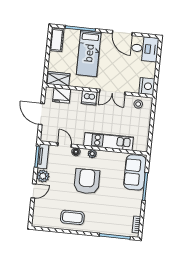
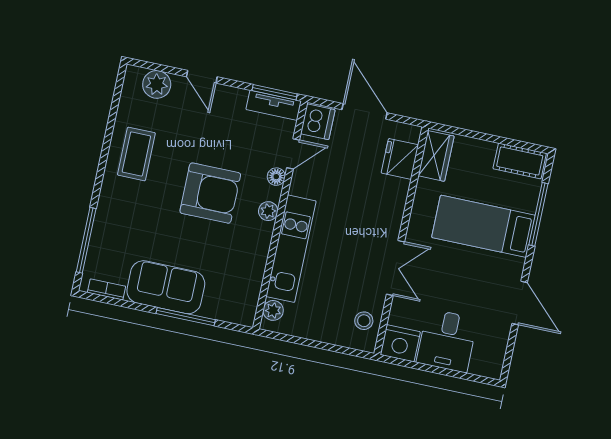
door: (122, 33) -> (520, 303), swing flipped
desk: (145, 49) -> (447, 341), moved
double door: (112, 92) -> (395, 268), swing flipped
dishwasher: (89, 98) -> (318, 122), moved, turned 180
door: (41, 114) -> (365, 111), hinge flipped
plant: (138, 146) -> (273, 310), added
sofa: (135, 172) -> (166, 287), moved
plant: (43, 176) -> (157, 84), moved

